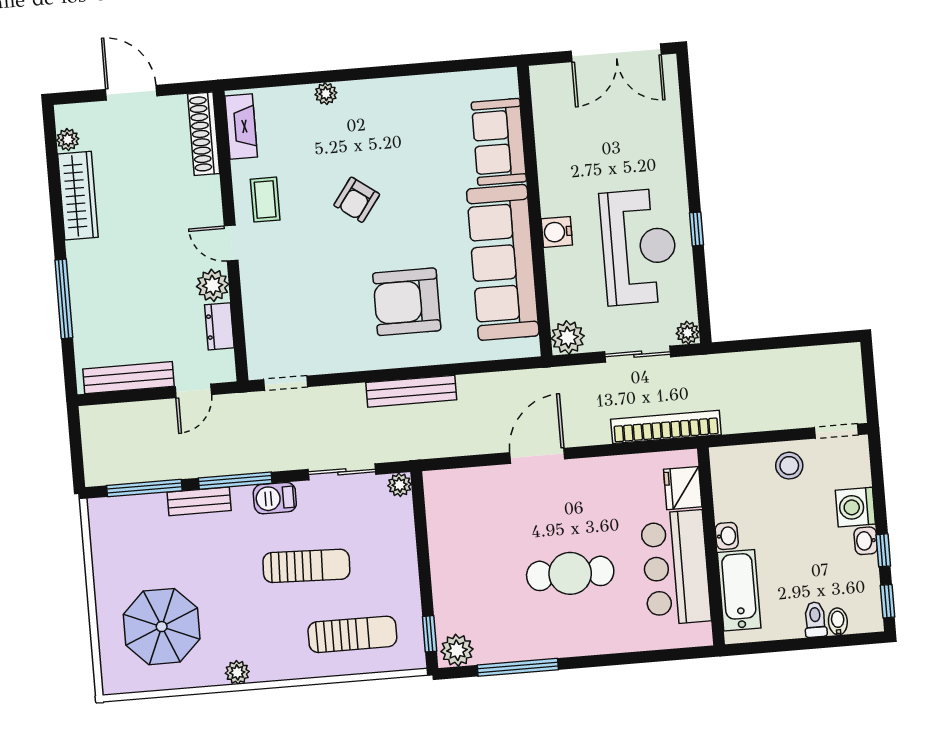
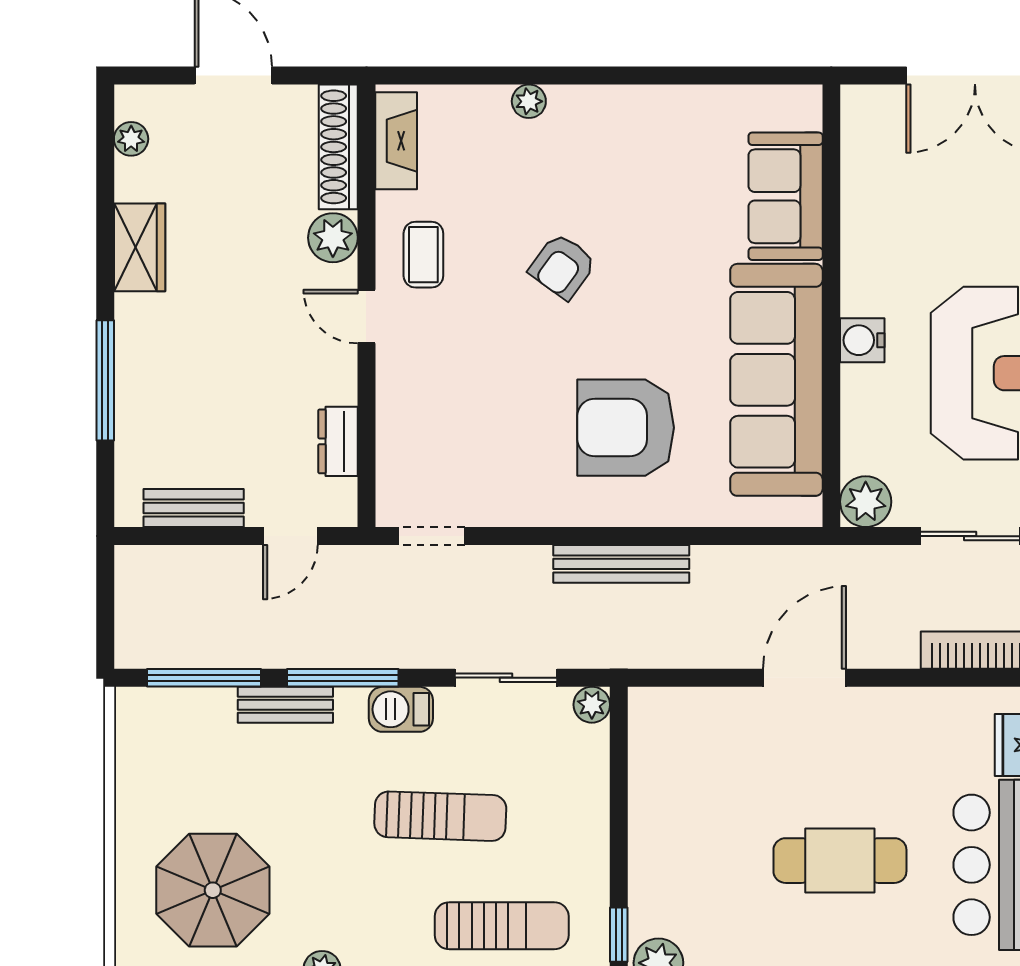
wardrobe: (78, 196) -> (140, 247), width x0.67
plant: (213, 285) -> (333, 238), moved
bench: (129, 378) -> (194, 508), width x0.73

